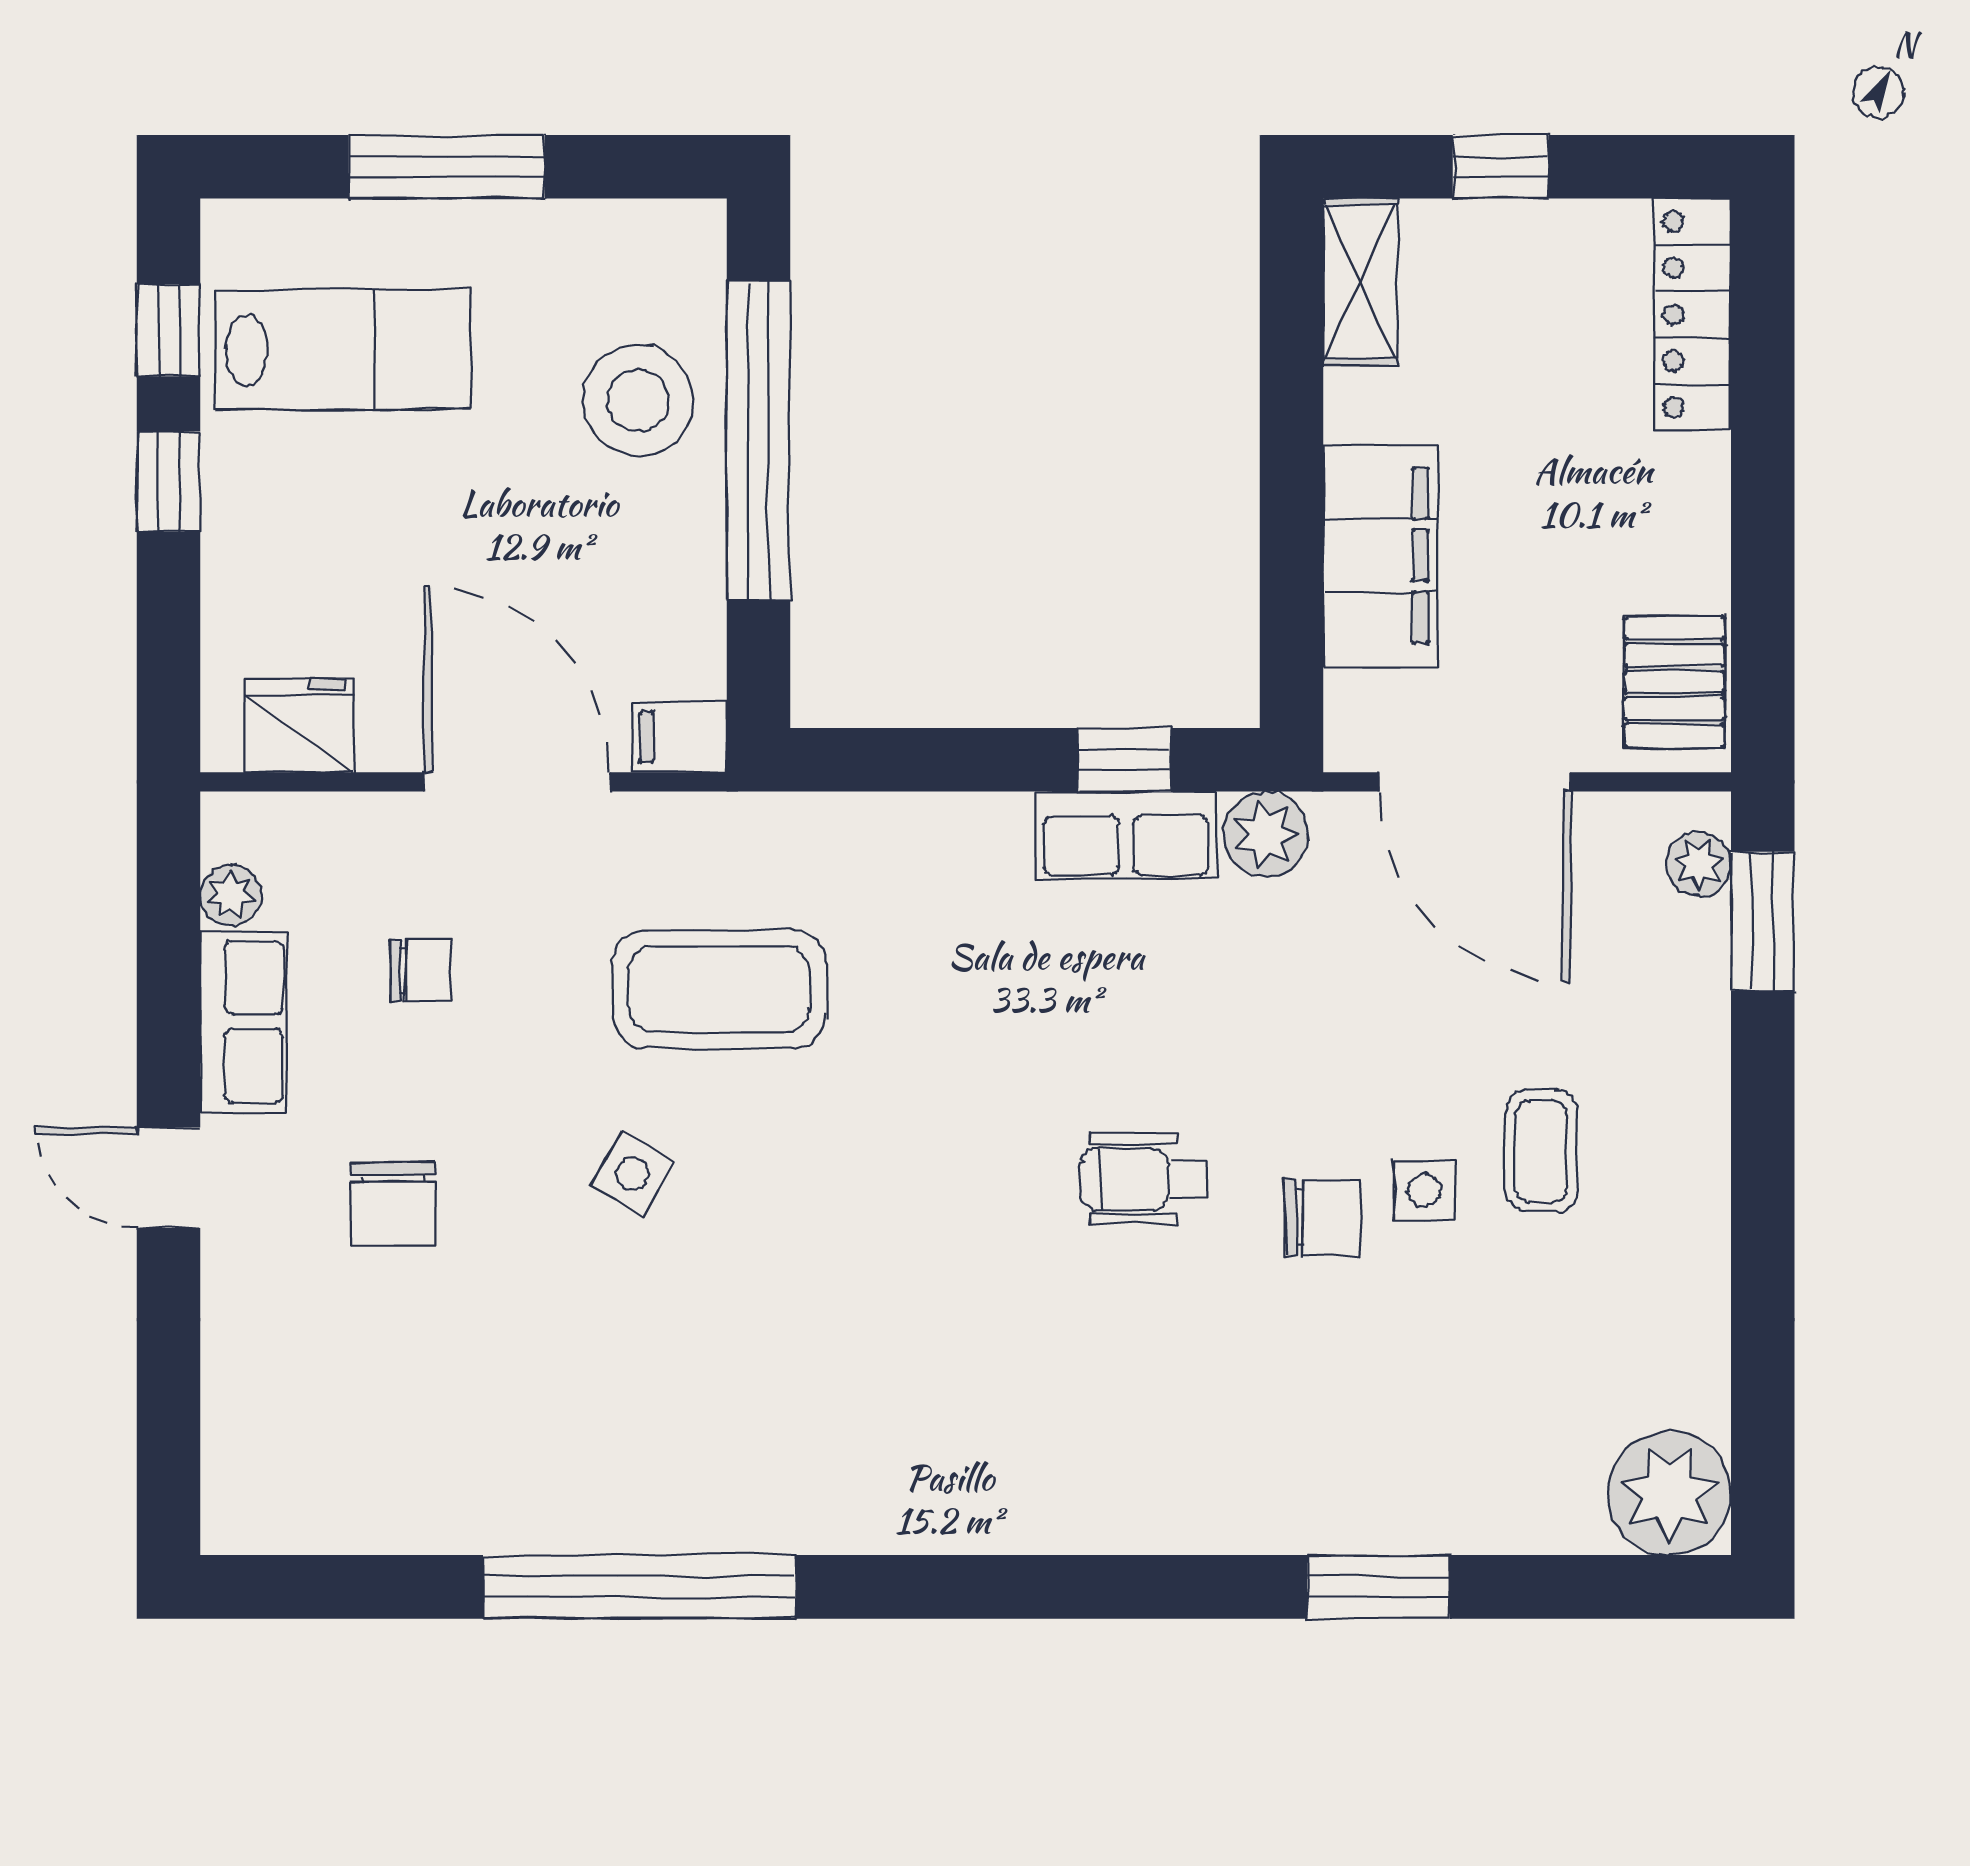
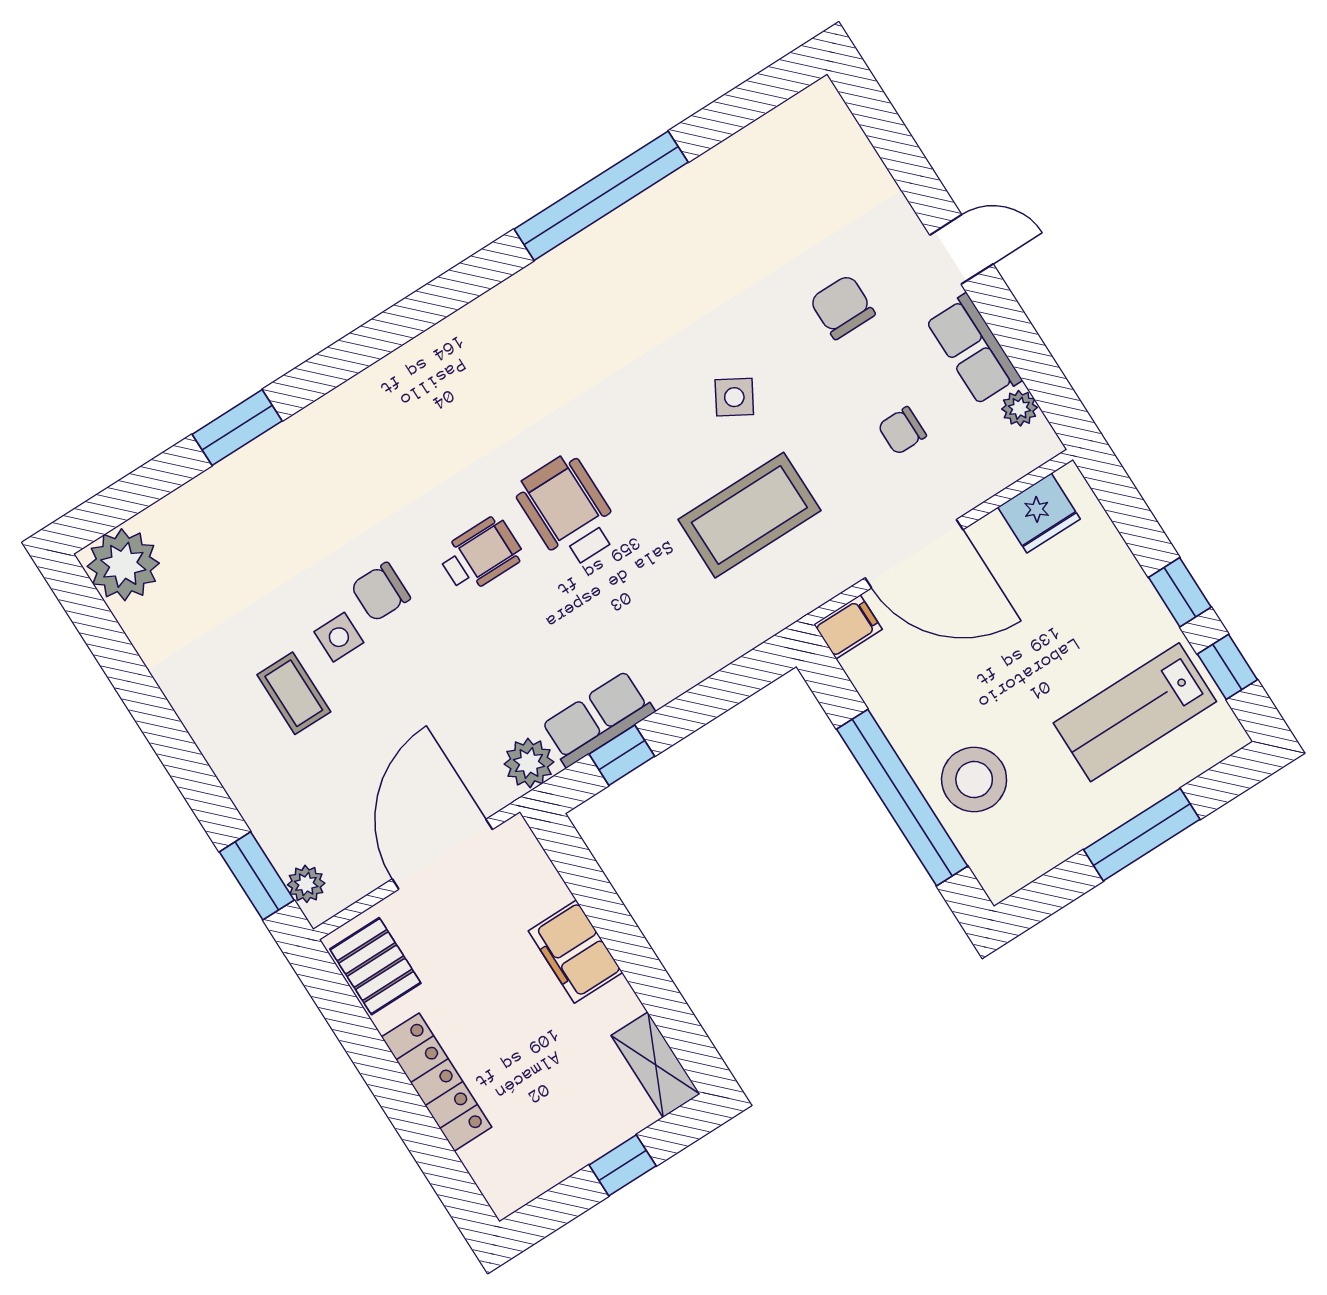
locker: (1693, 314) -> (437, 1082), moved
filing cabinet: (1380, 556) -> (575, 952), width x0.67, depth x0.86
door: (1475, 782) -> (442, 854), hinge flipped
wheelchair: (978, 1162) -> (568, 511), added

